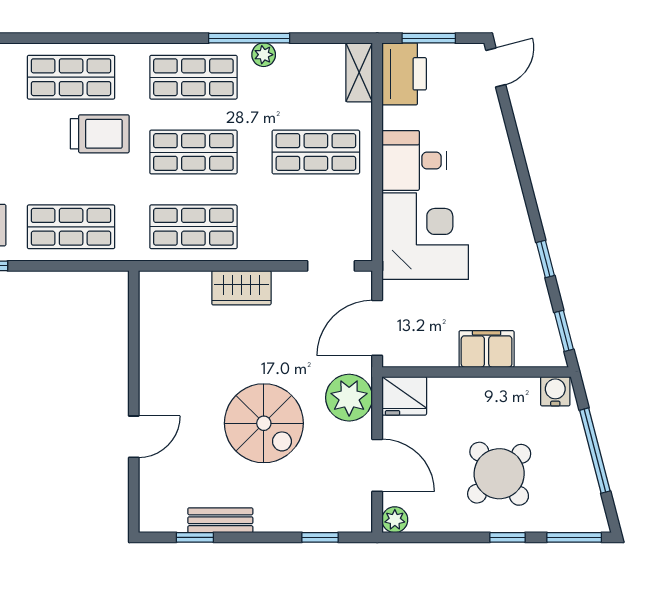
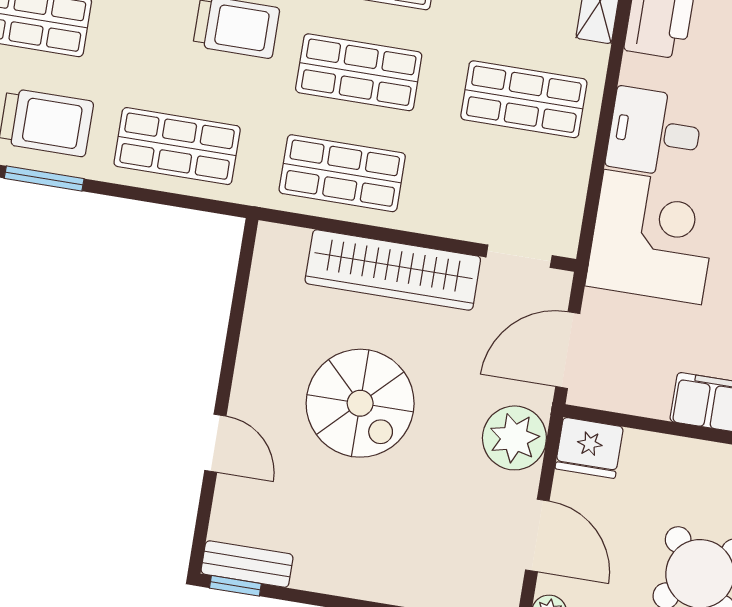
wardrobe: (241, 288) -> (393, 270), width x2.10, depth x1.17
spiral stairs: (264, 423) -> (360, 403), moved
door: (134, 437) -> (215, 443), hinge flipped
bench: (220, 520) -> (247, 564), moved
window: (195, 537) -> (235, 586), moved

